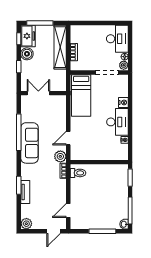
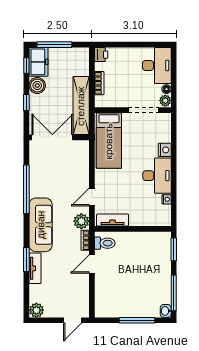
printer: (75, 30) -> (101, 55), added
shelving: (60, 47) -> (81, 106), moved
double door: (38, 93) -> (52, 137), width x1.37
sofa: (29, 143) -> (41, 225), moved
tv unit: (84, 156) -> (112, 220), added
door: (68, 211) -> (92, 264), moved

